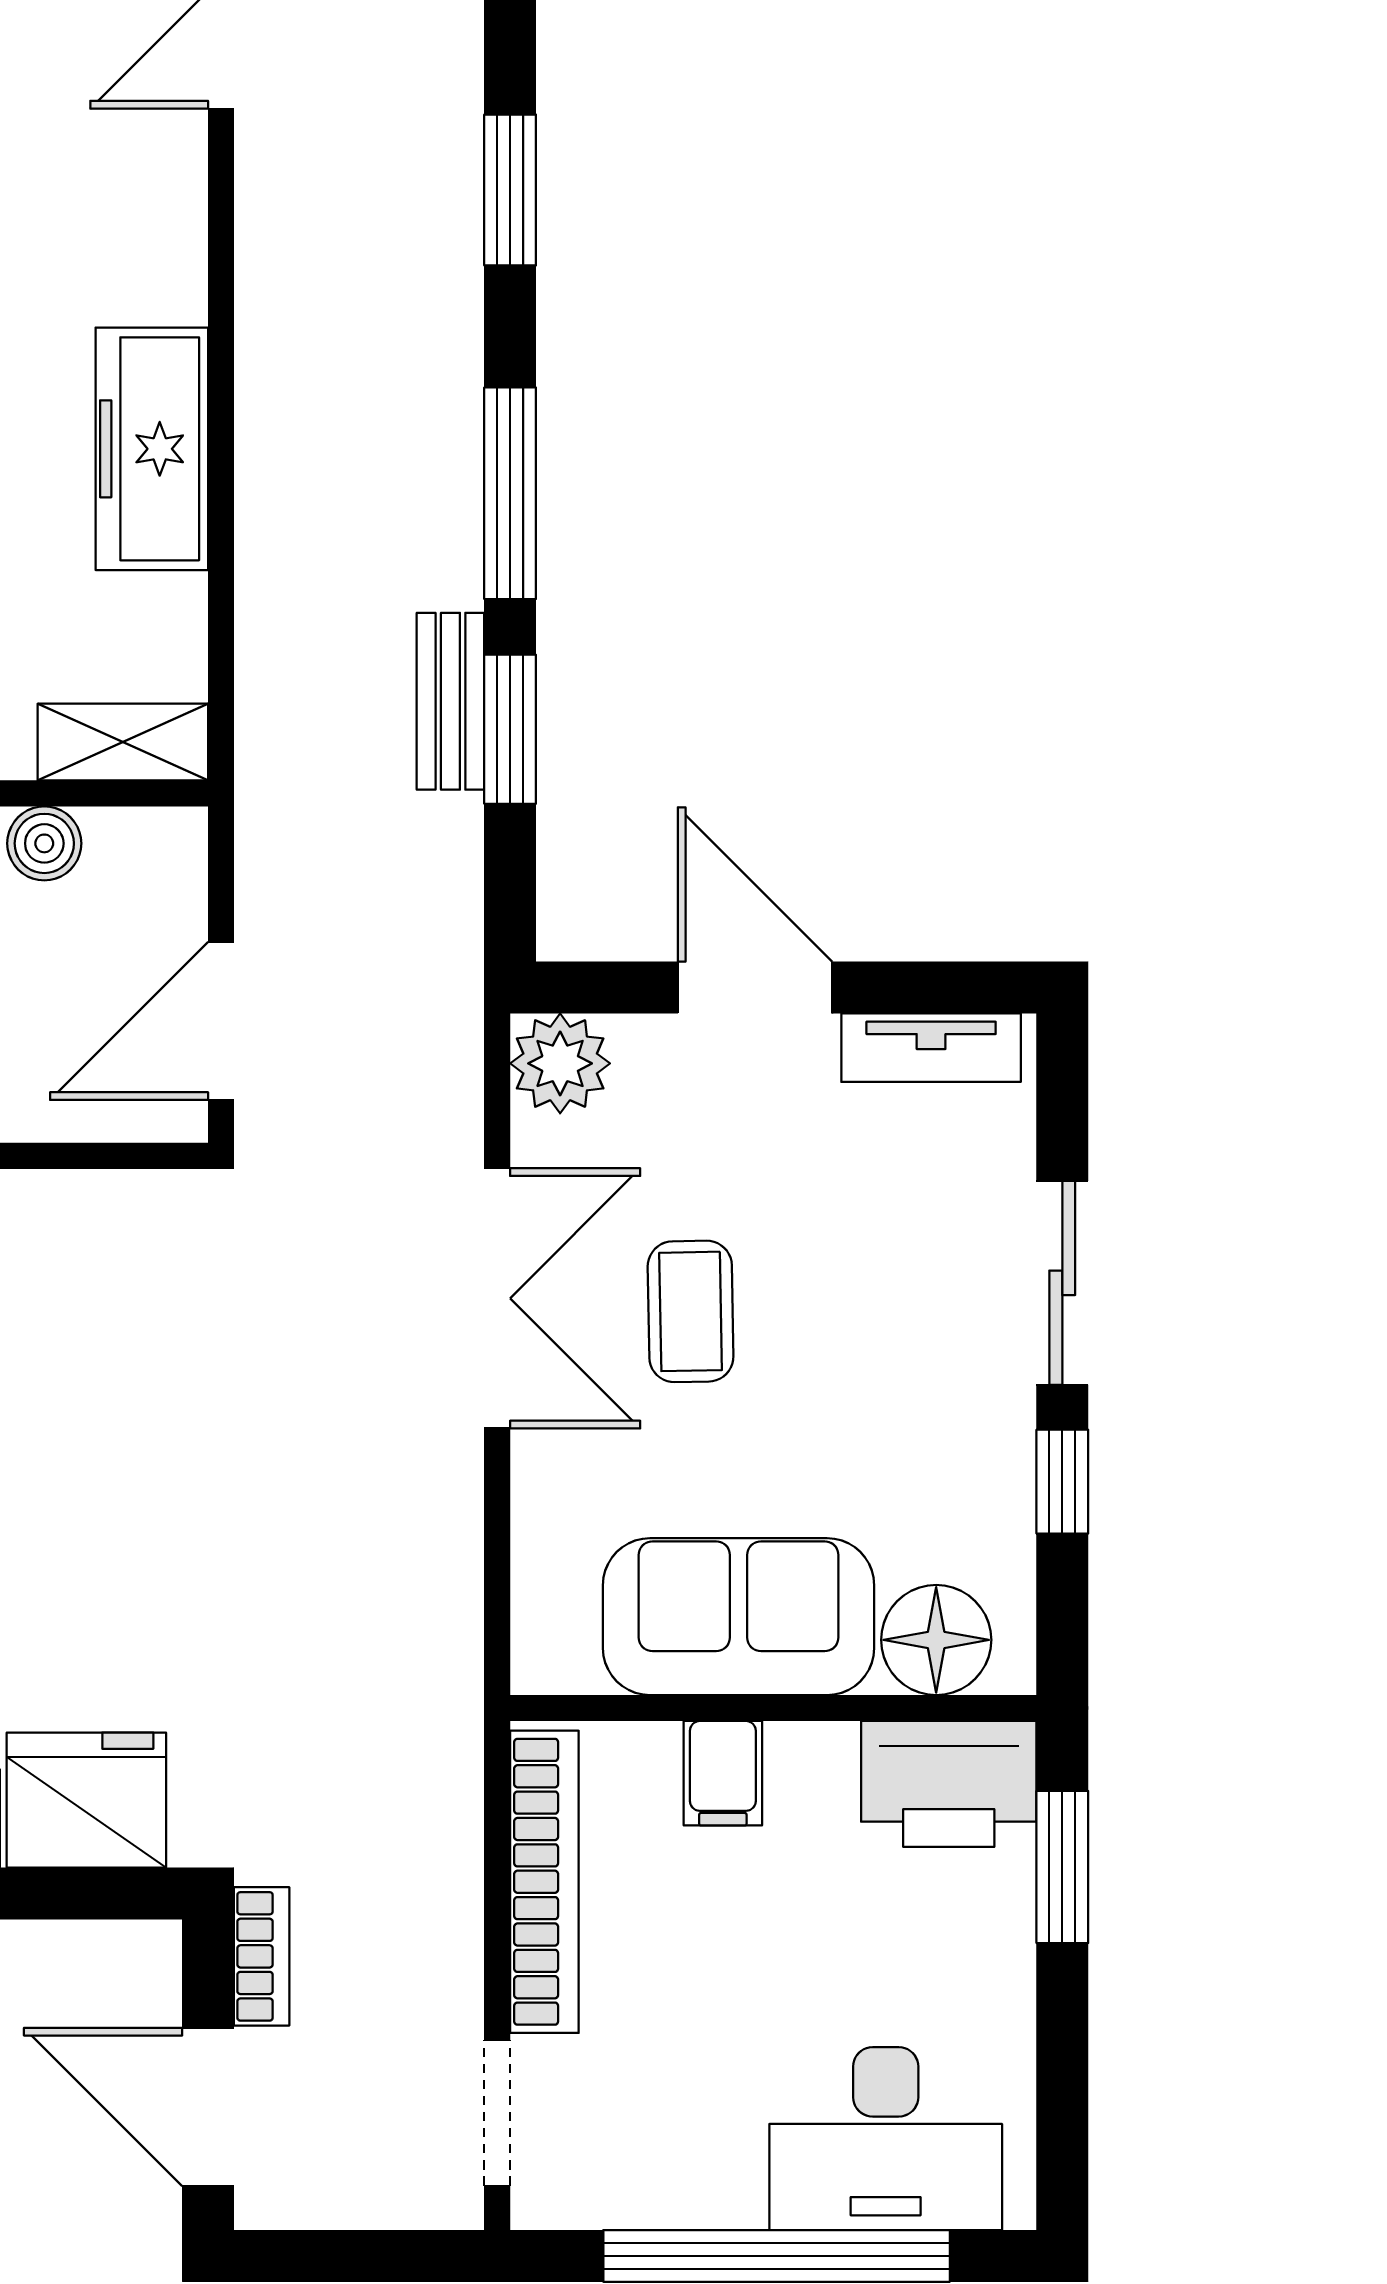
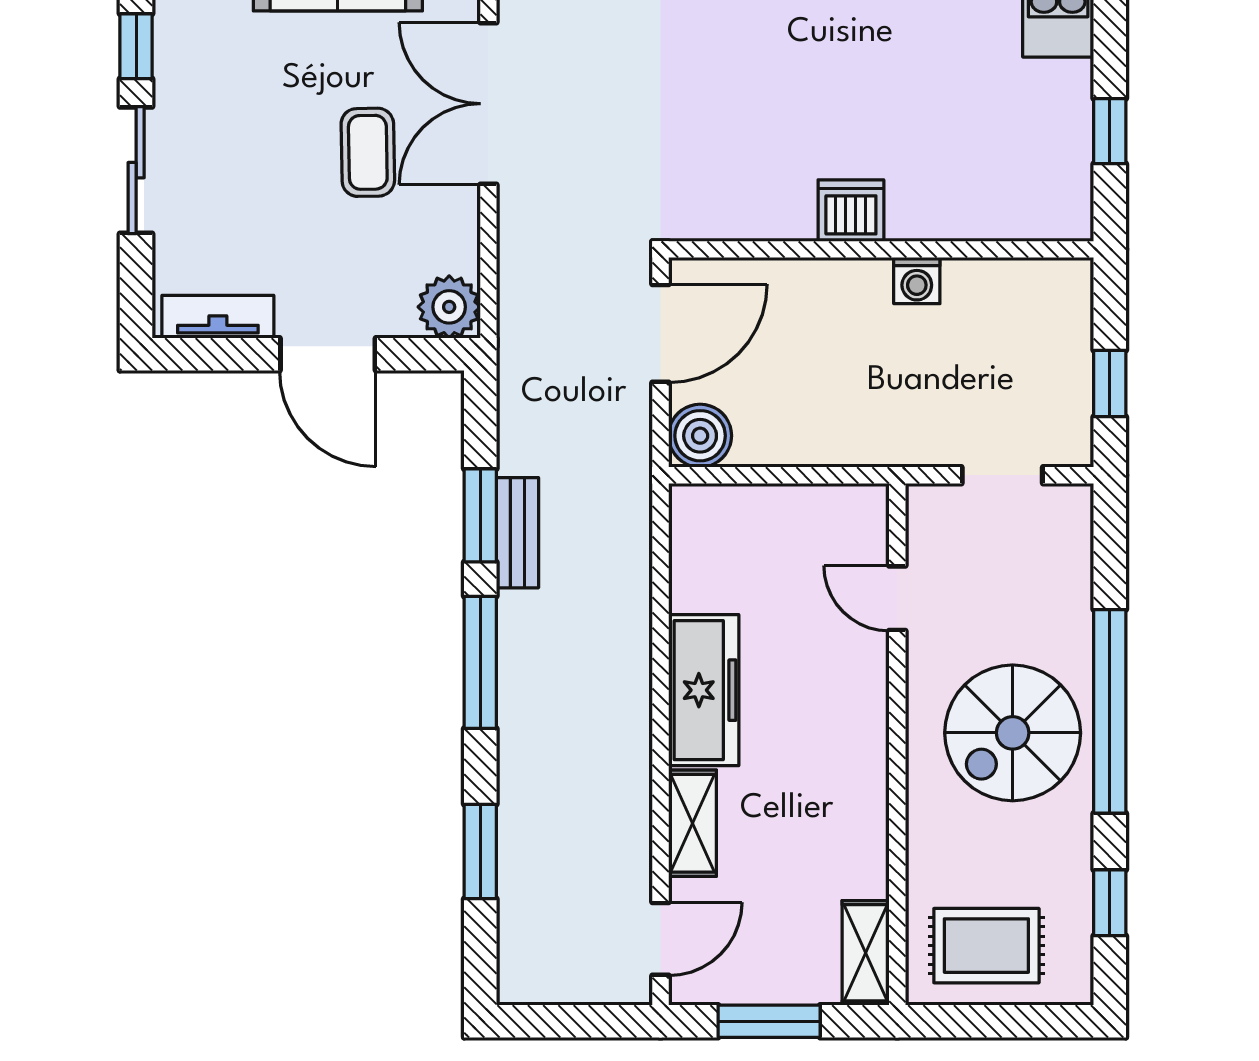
shelving: (123, 742) -> (693, 823), moved, turned 90
boiler: (44, 843) -> (700, 436), moved, width x1.36, depth x1.36
double door: (497, 1298) -> (488, 104), moved

